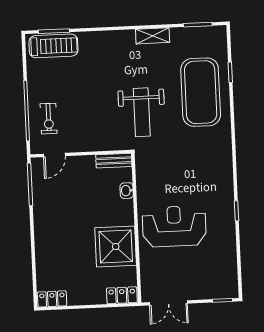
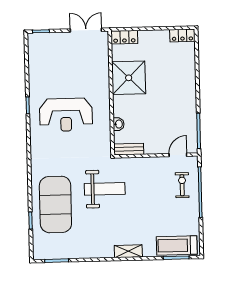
shelving: (153, 36) -> (128, 251), moved
weight bench: (142, 112) -> (105, 189), turned 90
reception desk: (174, 226) -> (66, 115), moved

